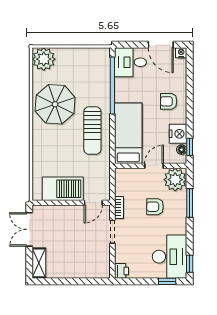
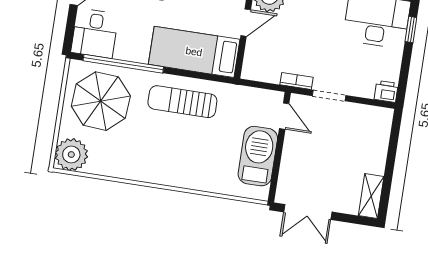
parasol: (55, 104) -> (101, 101), moved
sun lounger: (92, 131) -> (182, 102), turned 180
door: (154, 166) -> (246, 23), swing flipped
armchair: (155, 207) -> (303, 30), removed
shelving: (39, 263) -> (371, 196), moved, turned 90

